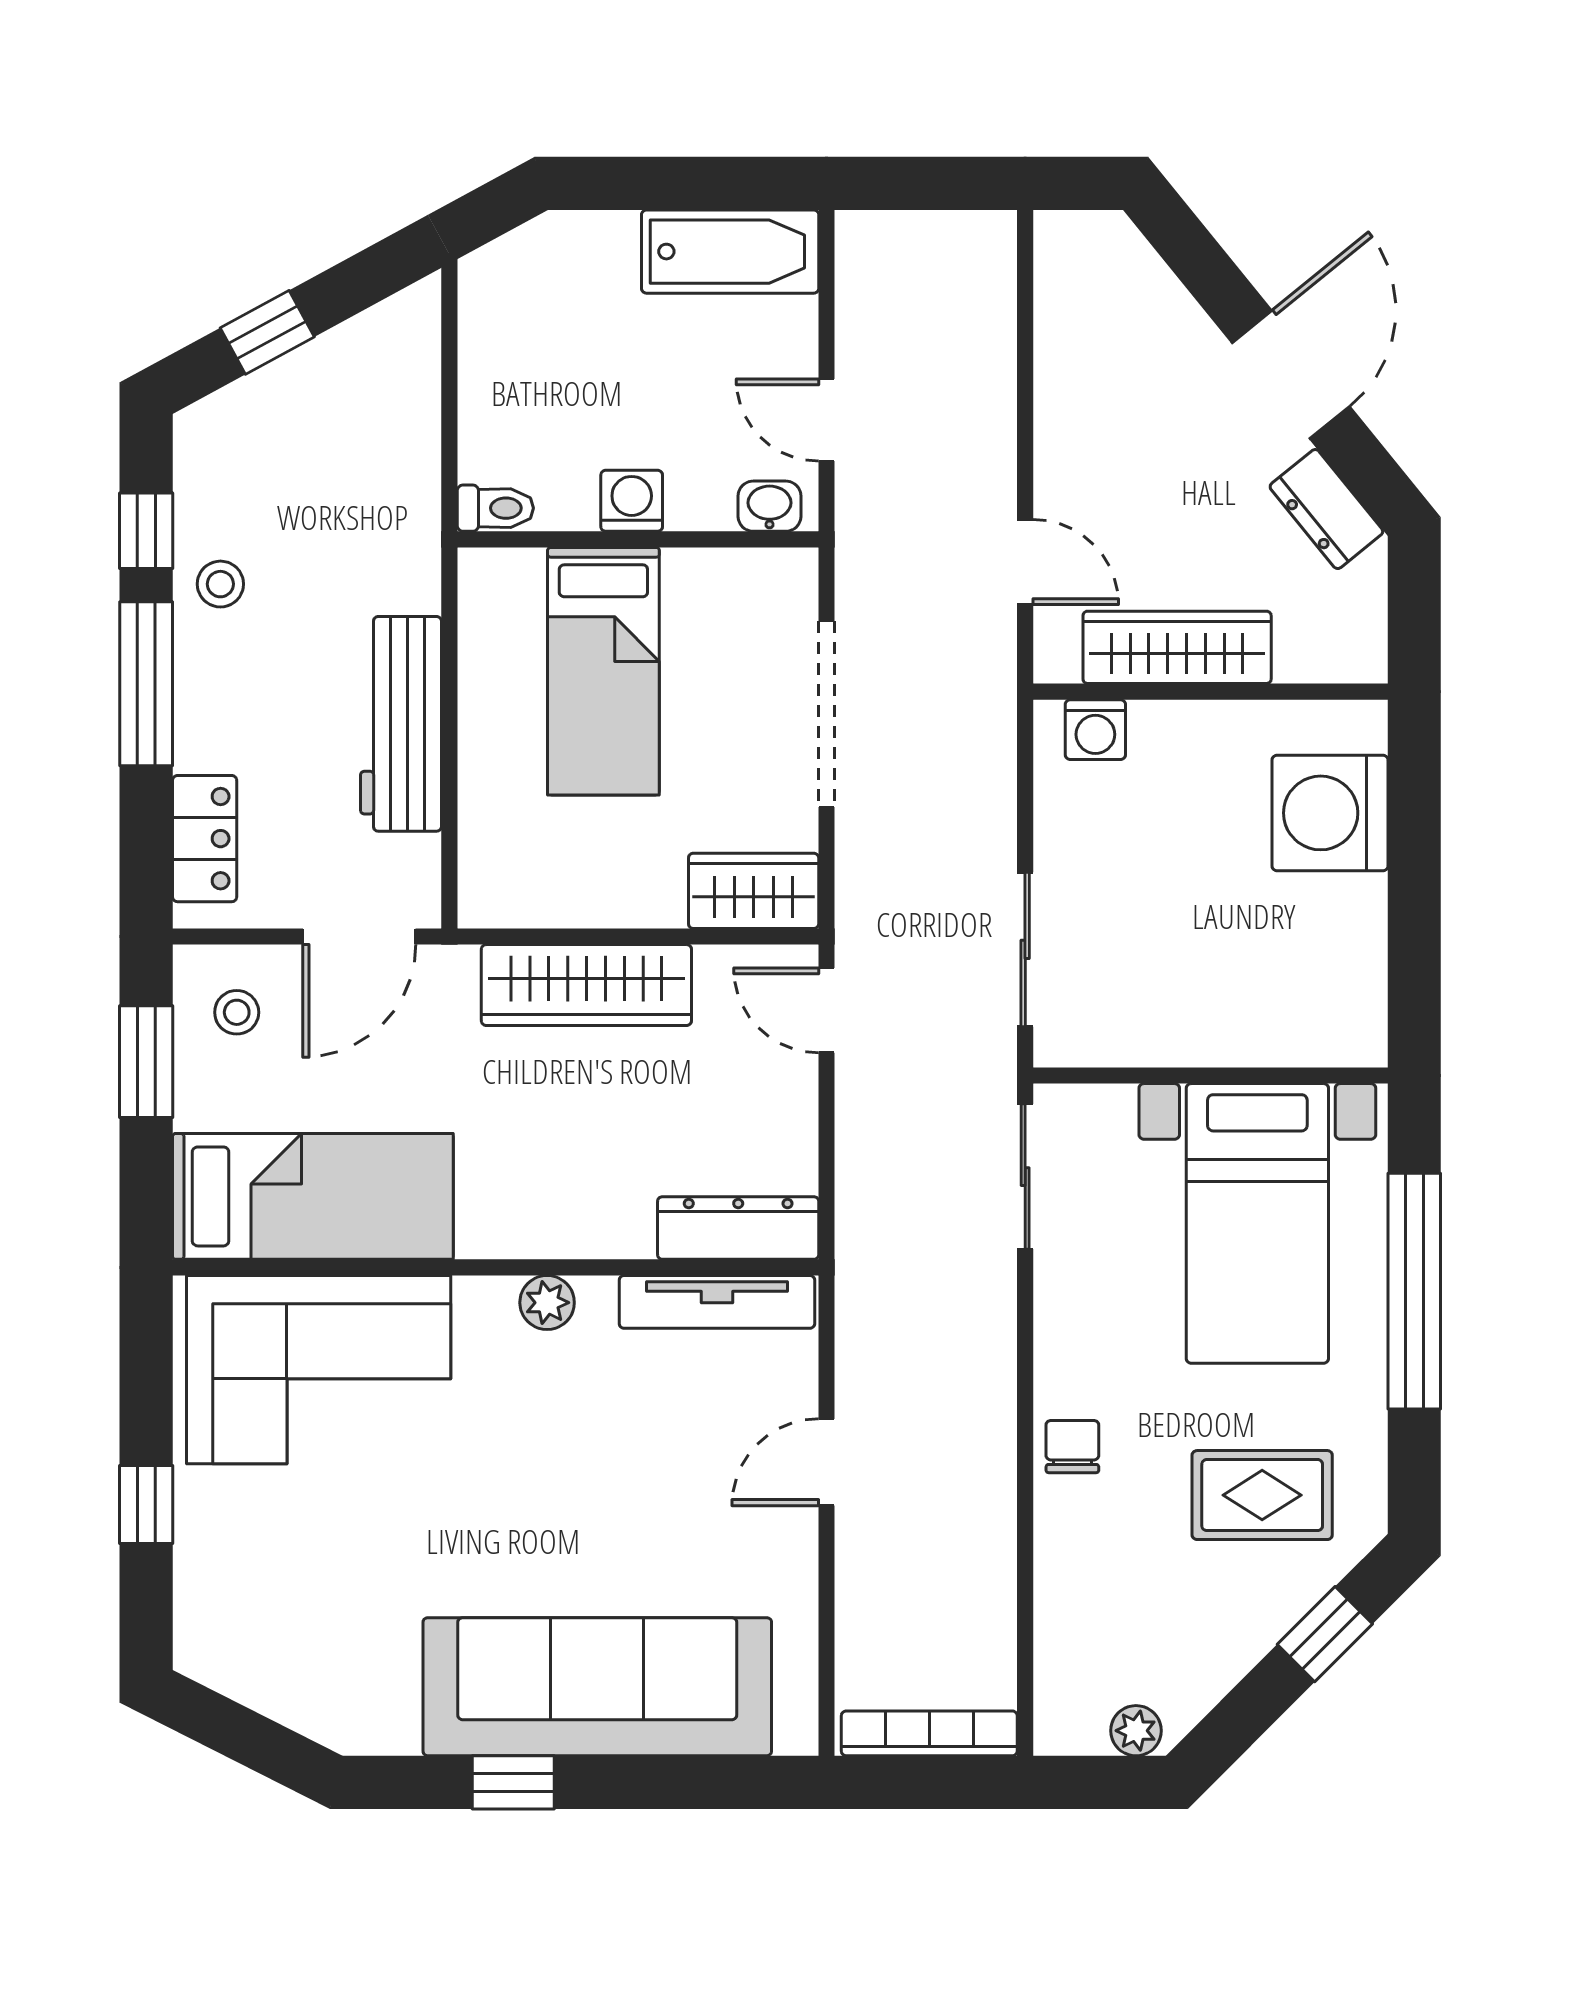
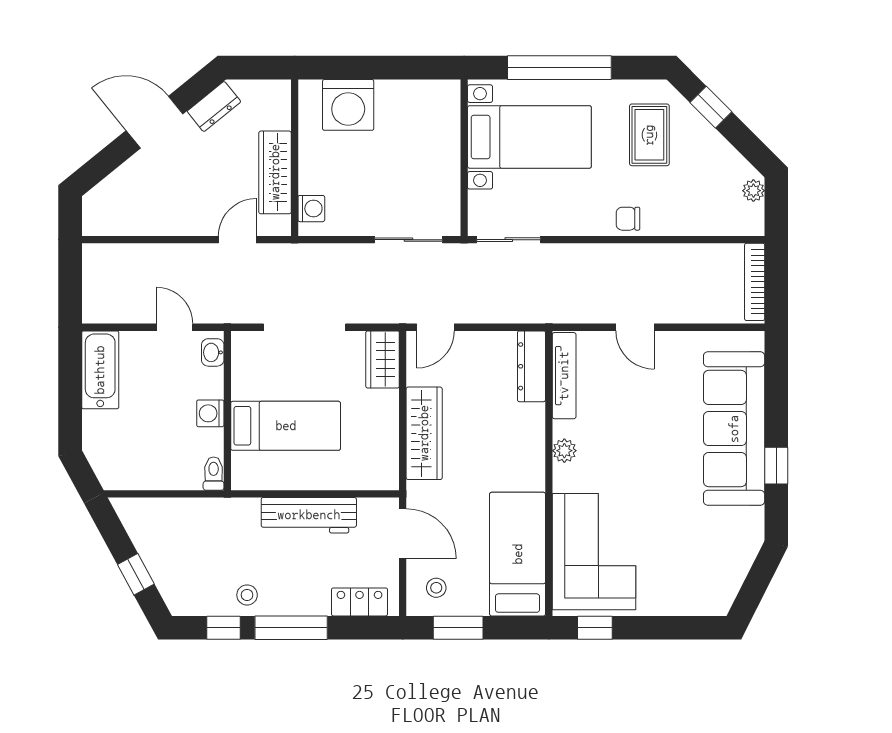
door: (827, 420) -> (175, 327), swing flipped
window: (146, 1505) -> (595, 628), moved

